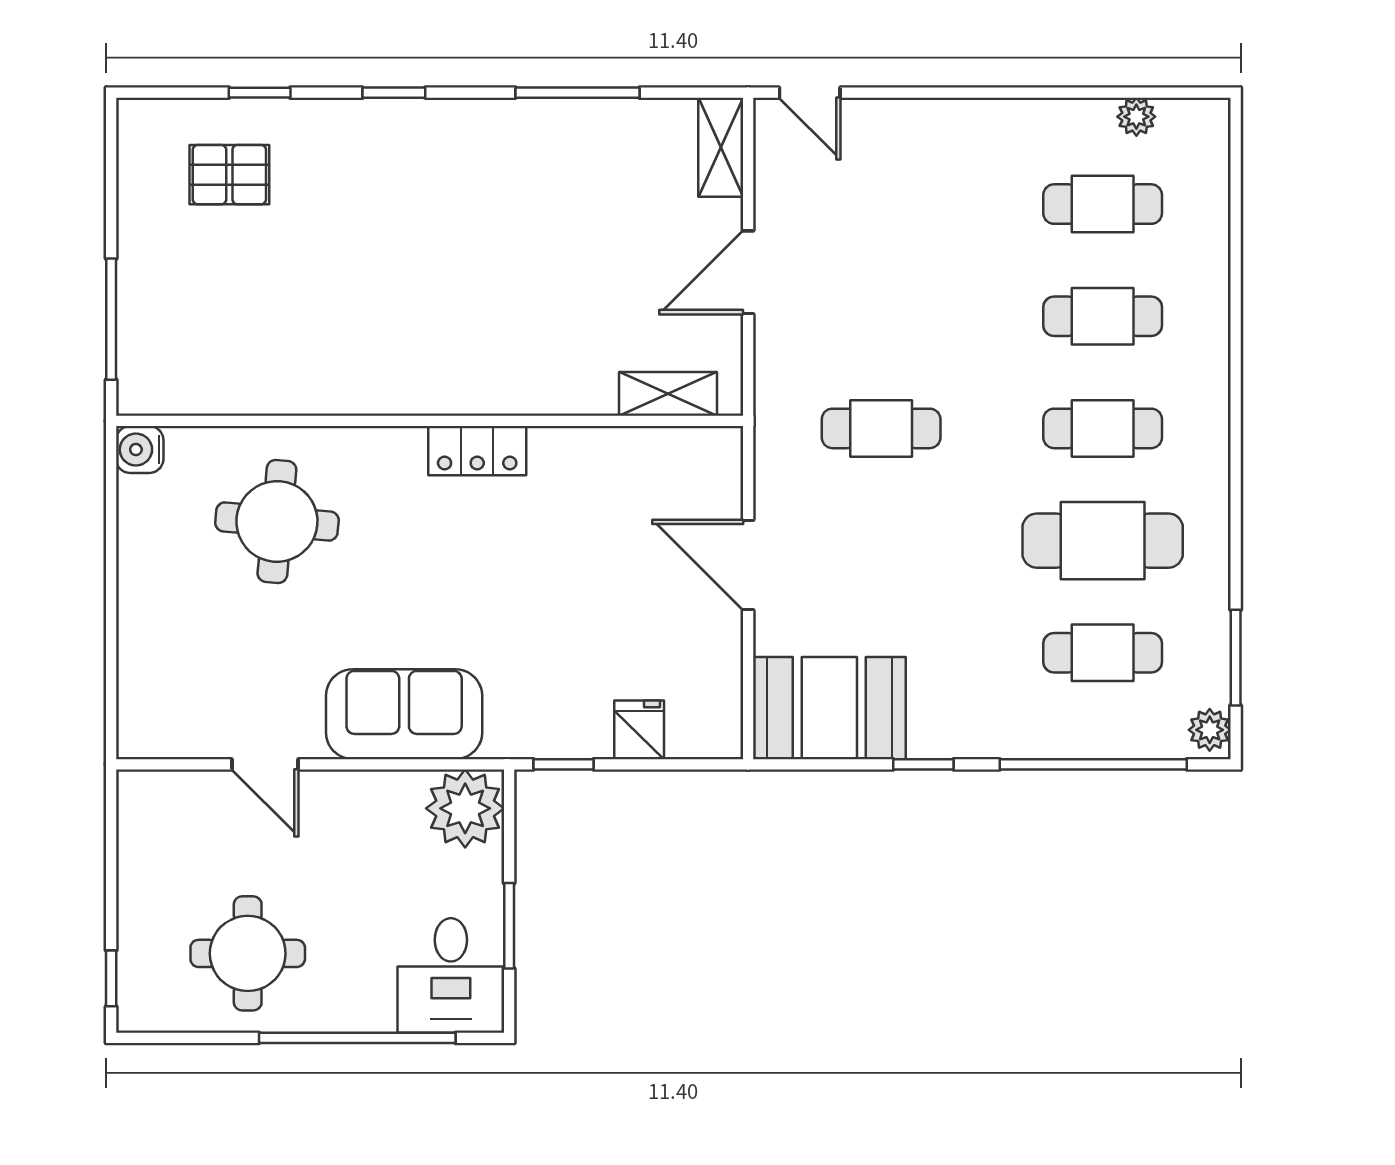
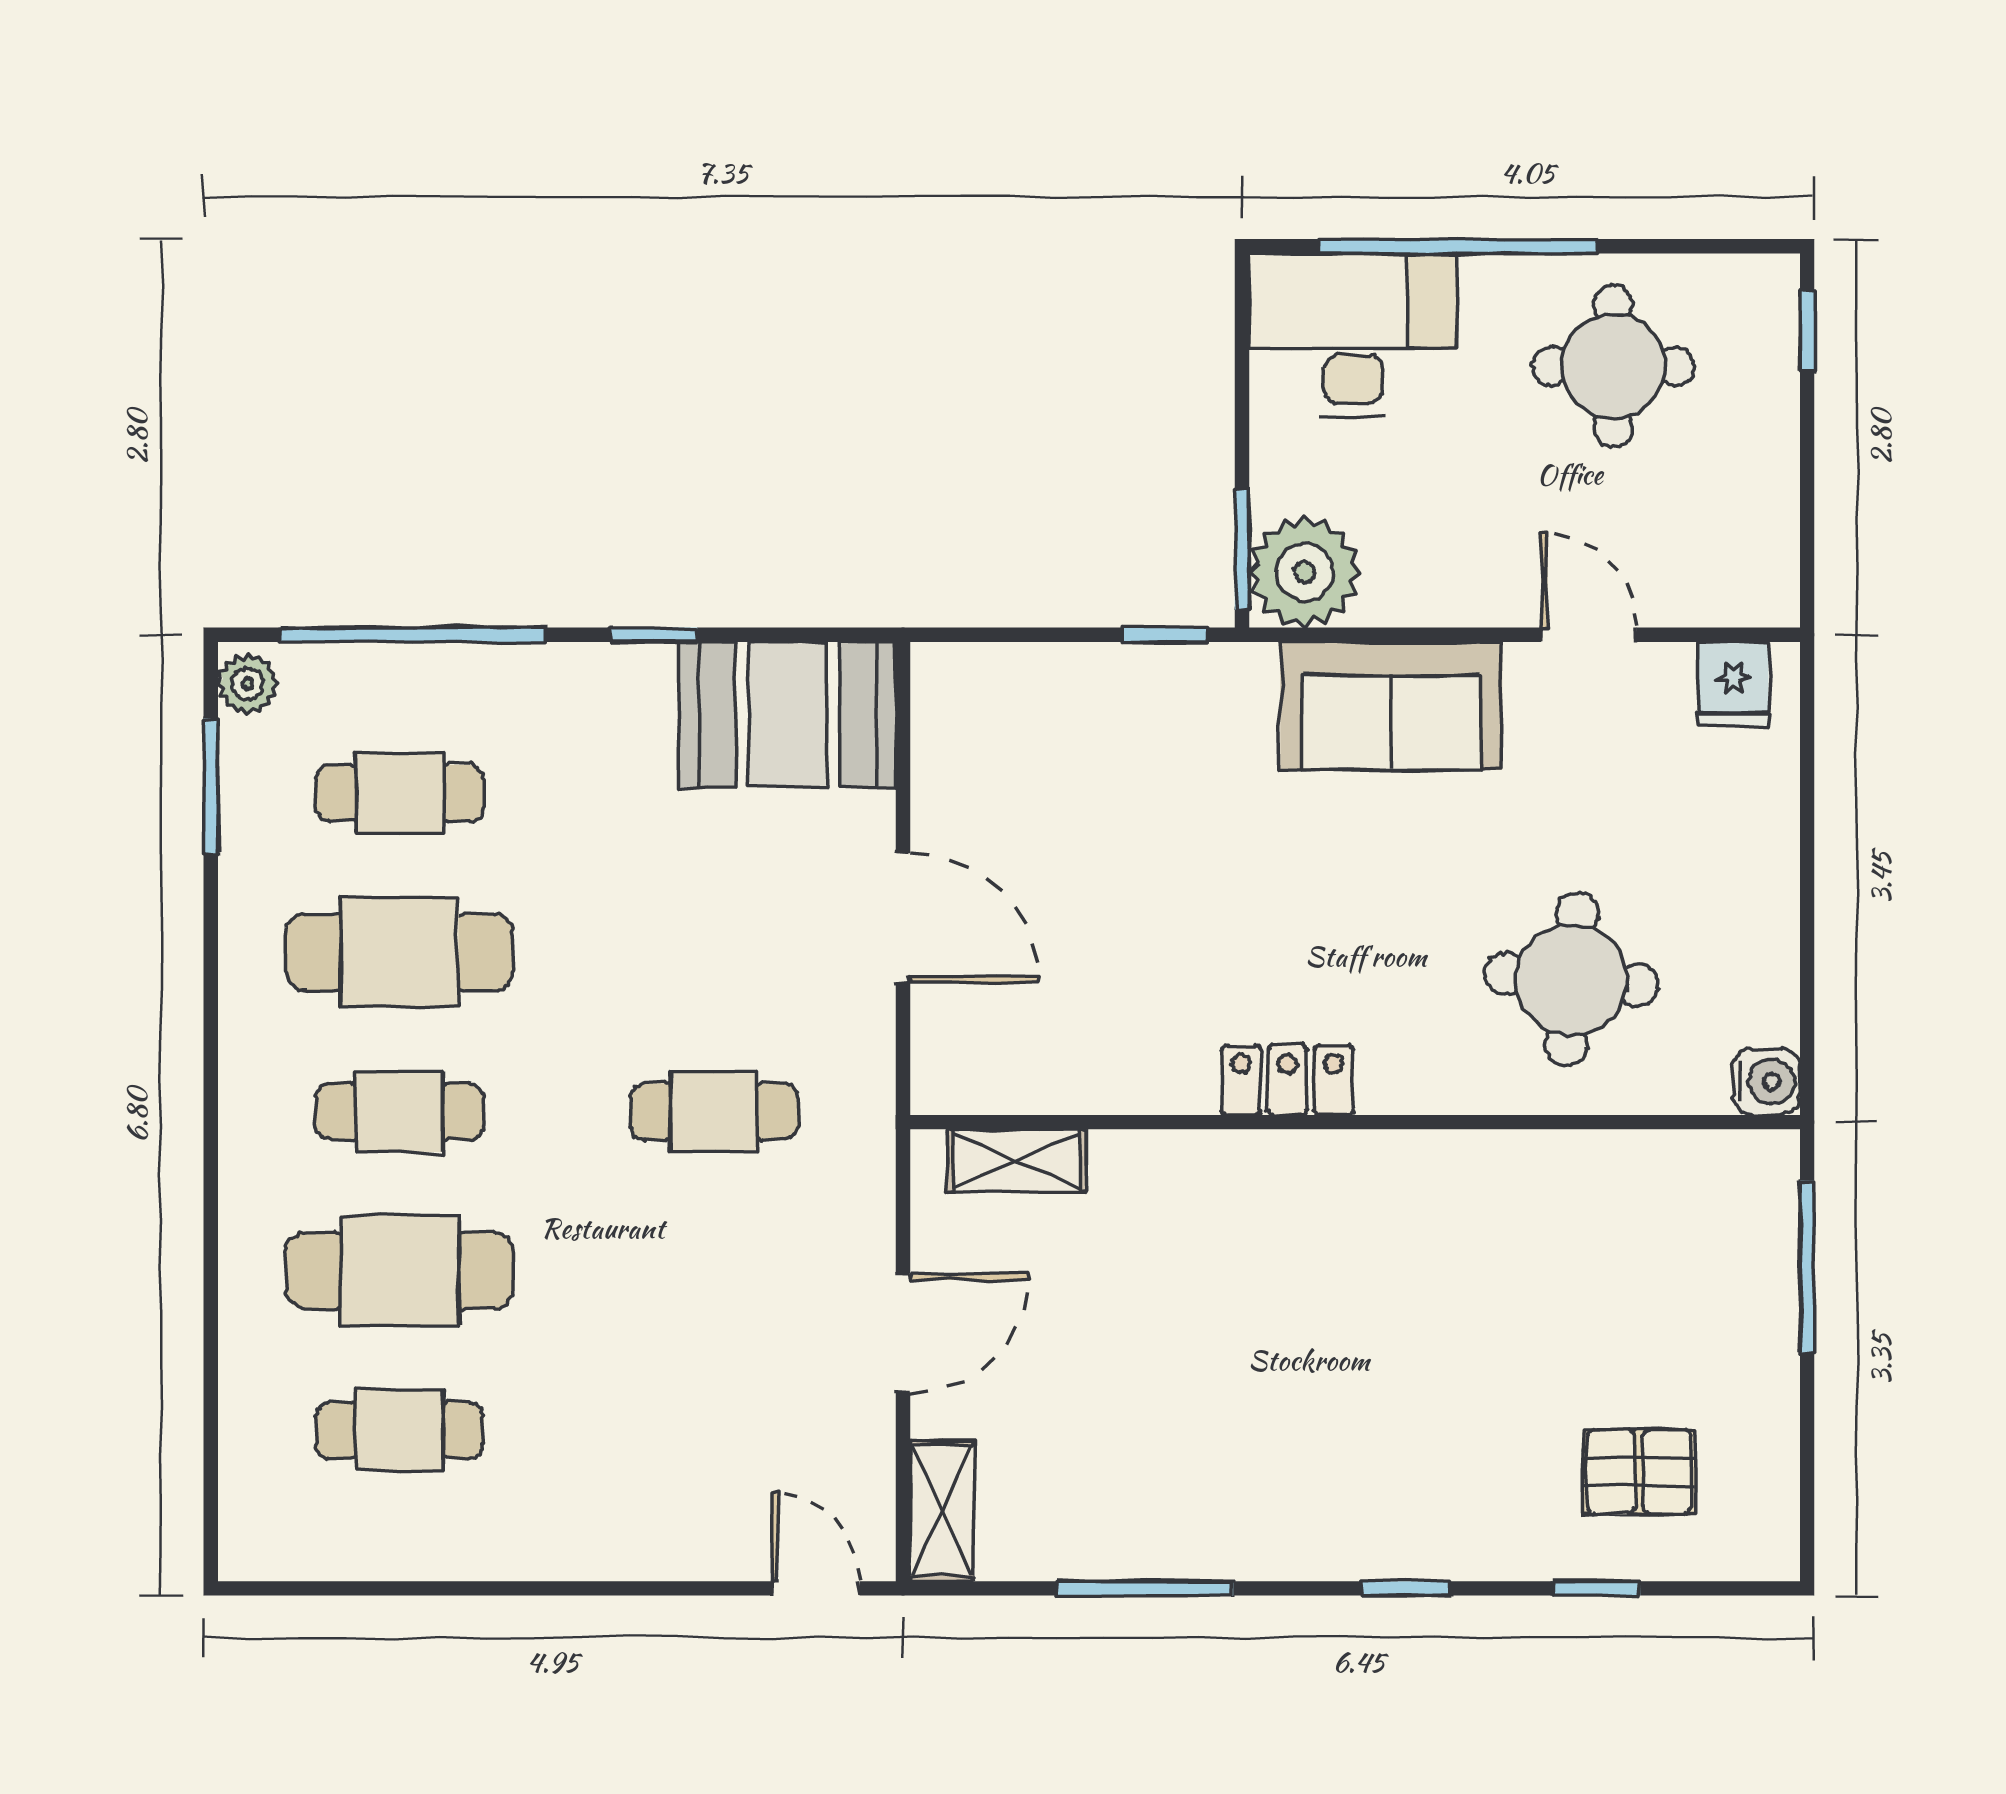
plant: (1136, 117) -> (352, 1554), removed
cafe table: (1103, 316) -> (400, 1271), width x1.37, depth x1.35
fridge: (639, 730) -> (1733, 684), moved
window: (509, 926) -> (1242, 549), moved
desk: (451, 975) -> (1353, 335), width x1.37

